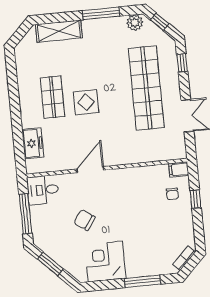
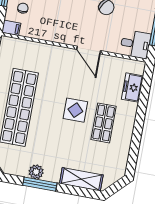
plant: (135, 23) -> (36, 172), moved
door: (90, 170) -> (89, 50), hinge flipped

